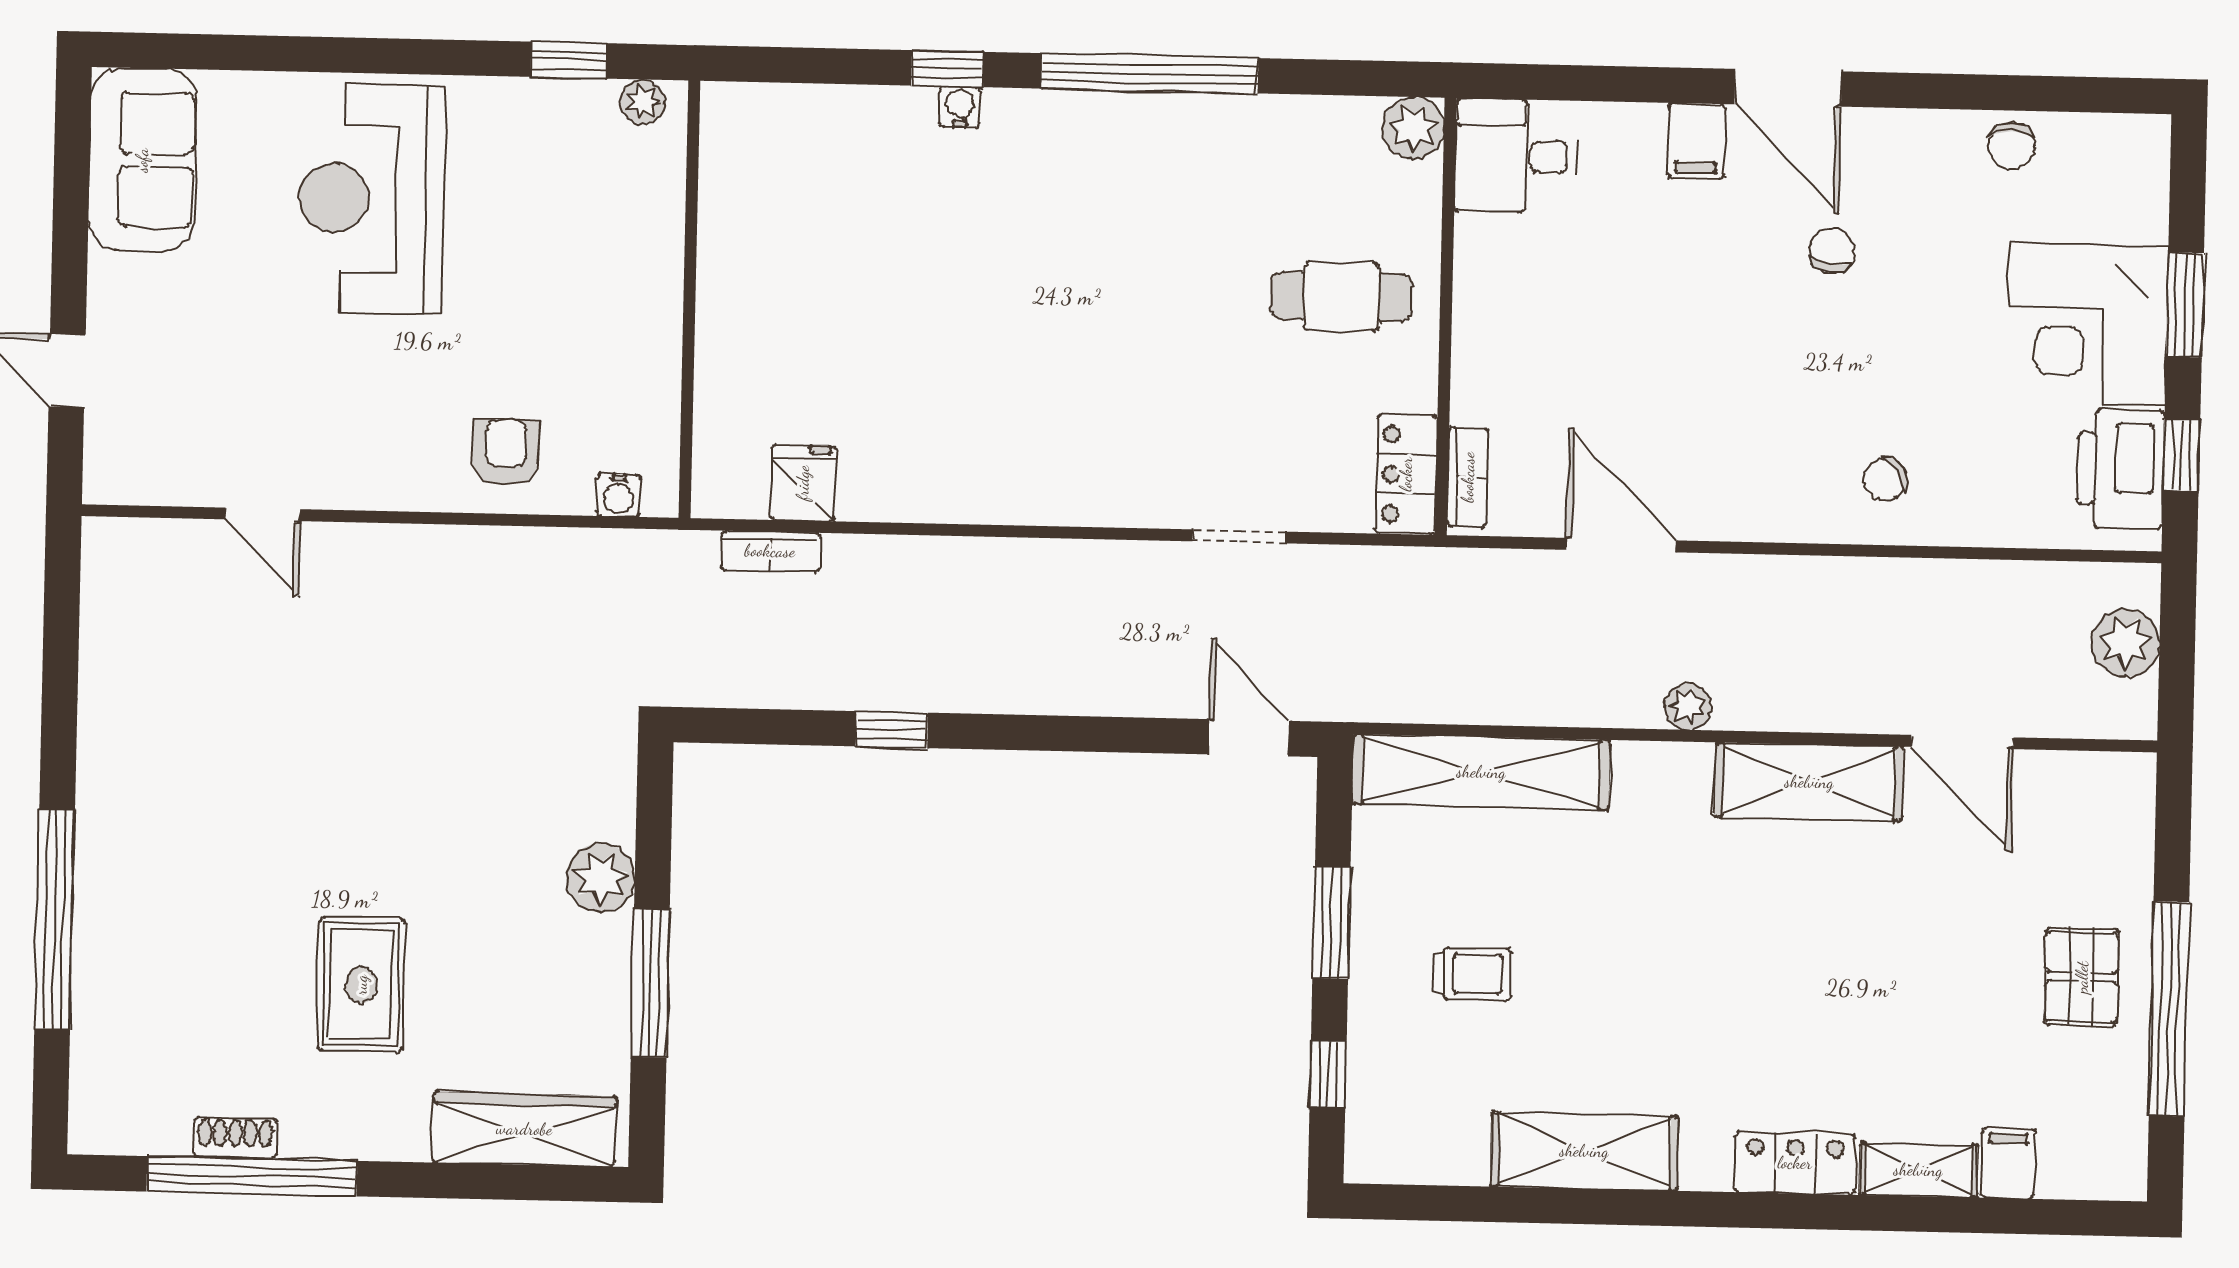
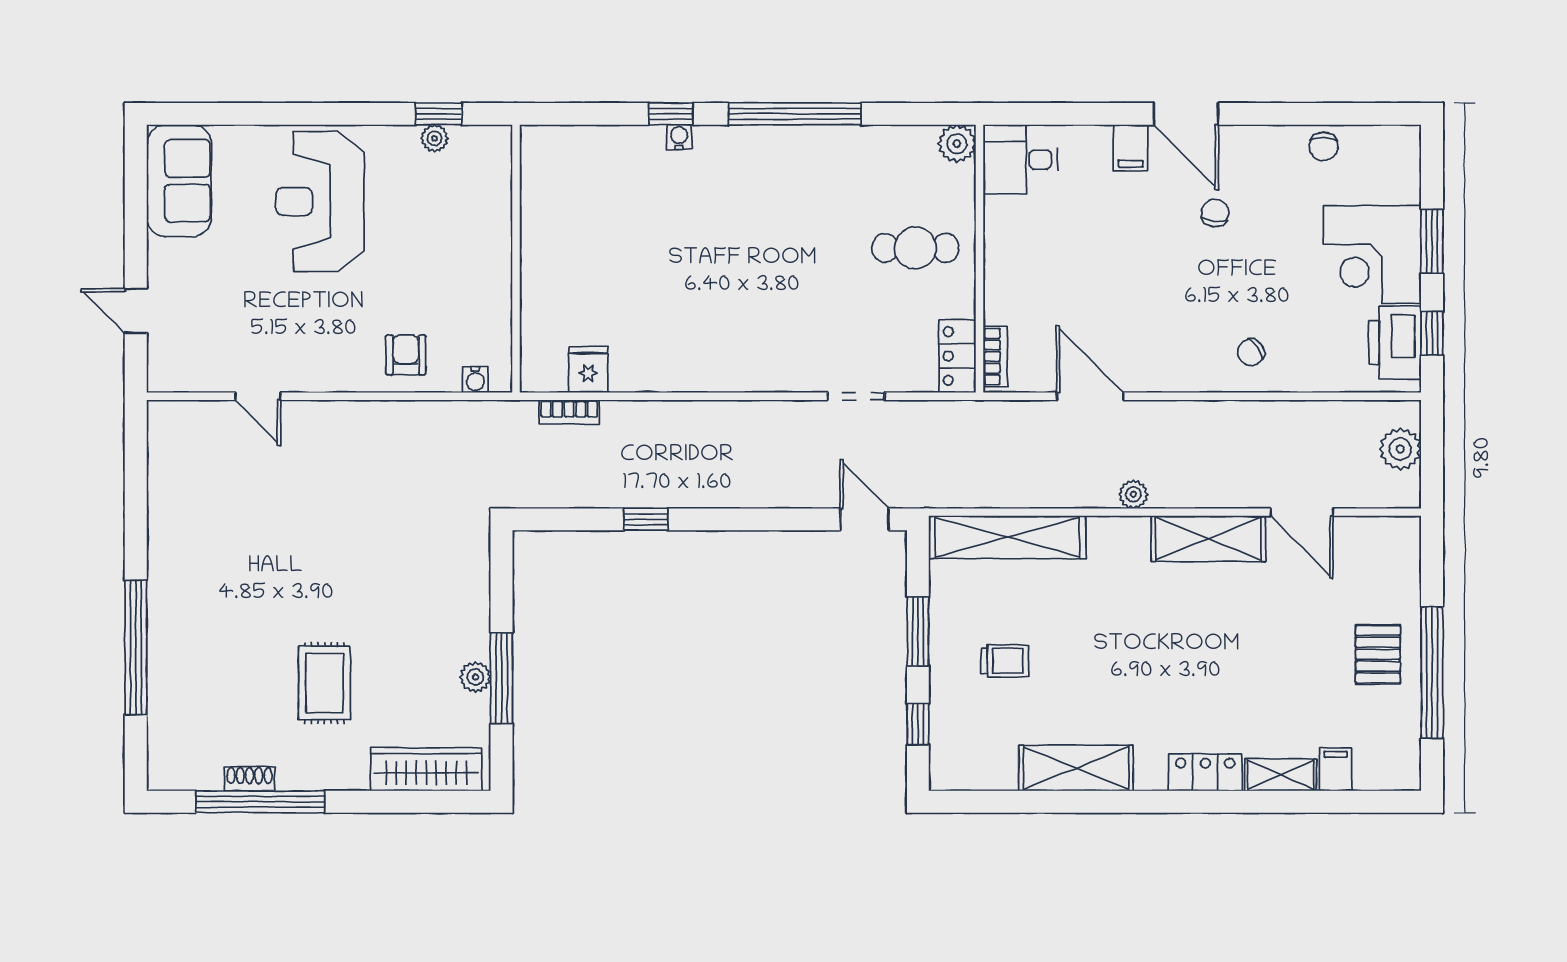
plant: (643, 102) -> (434, 138), moved
plant: (600, 878) -> (475, 677), moved, width x0.73, depth x0.73

